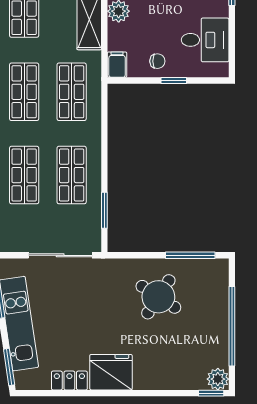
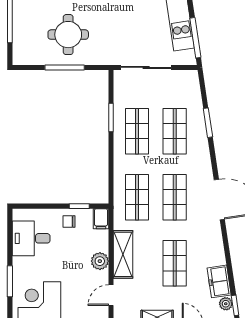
window: (174, 80) -> (79, 206), moved
window: (104, 210) -> (111, 118), moved
window: (190, 255) -> (65, 67), moved
round table: (158, 297) -> (68, 35), turned -33

